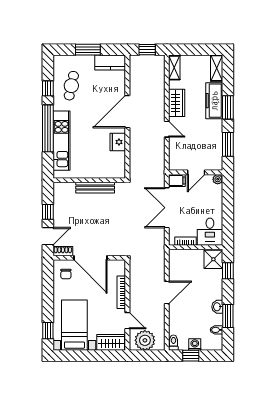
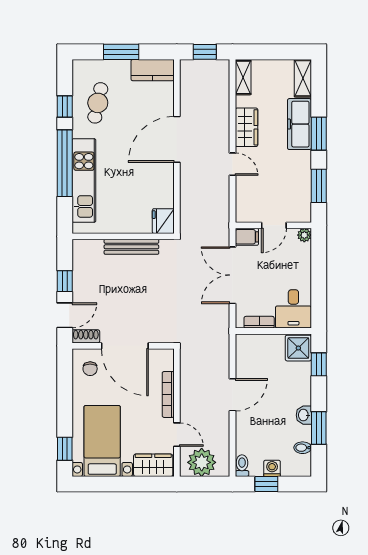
fridge: (118, 142) -> (163, 221), moved

